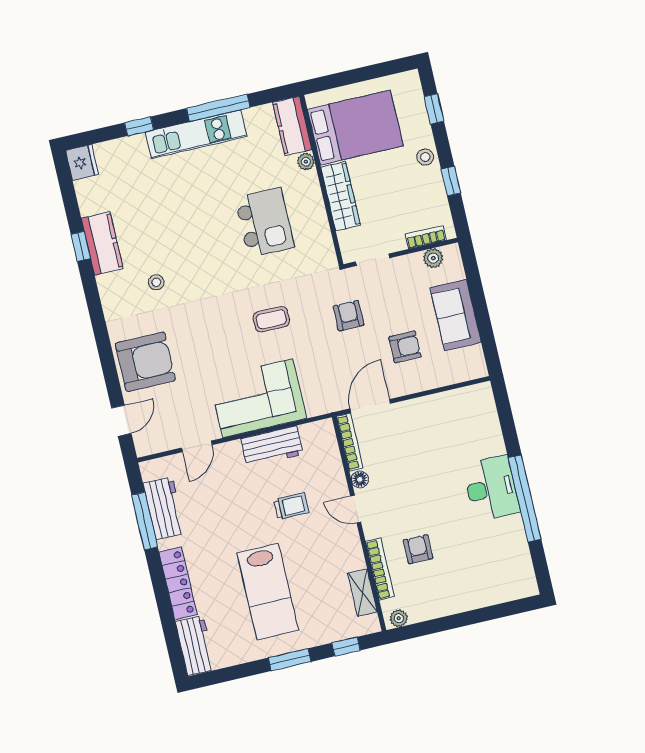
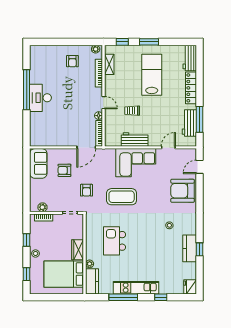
wardrobe: (340, 196) -> (78, 250), width x0.67
sofa: (456, 315) -> (38, 163), moved
coffee table: (271, 319) -> (122, 197), width x1.86, depth x1.72
armchair: (418, 549) -> (72, 61), moved

